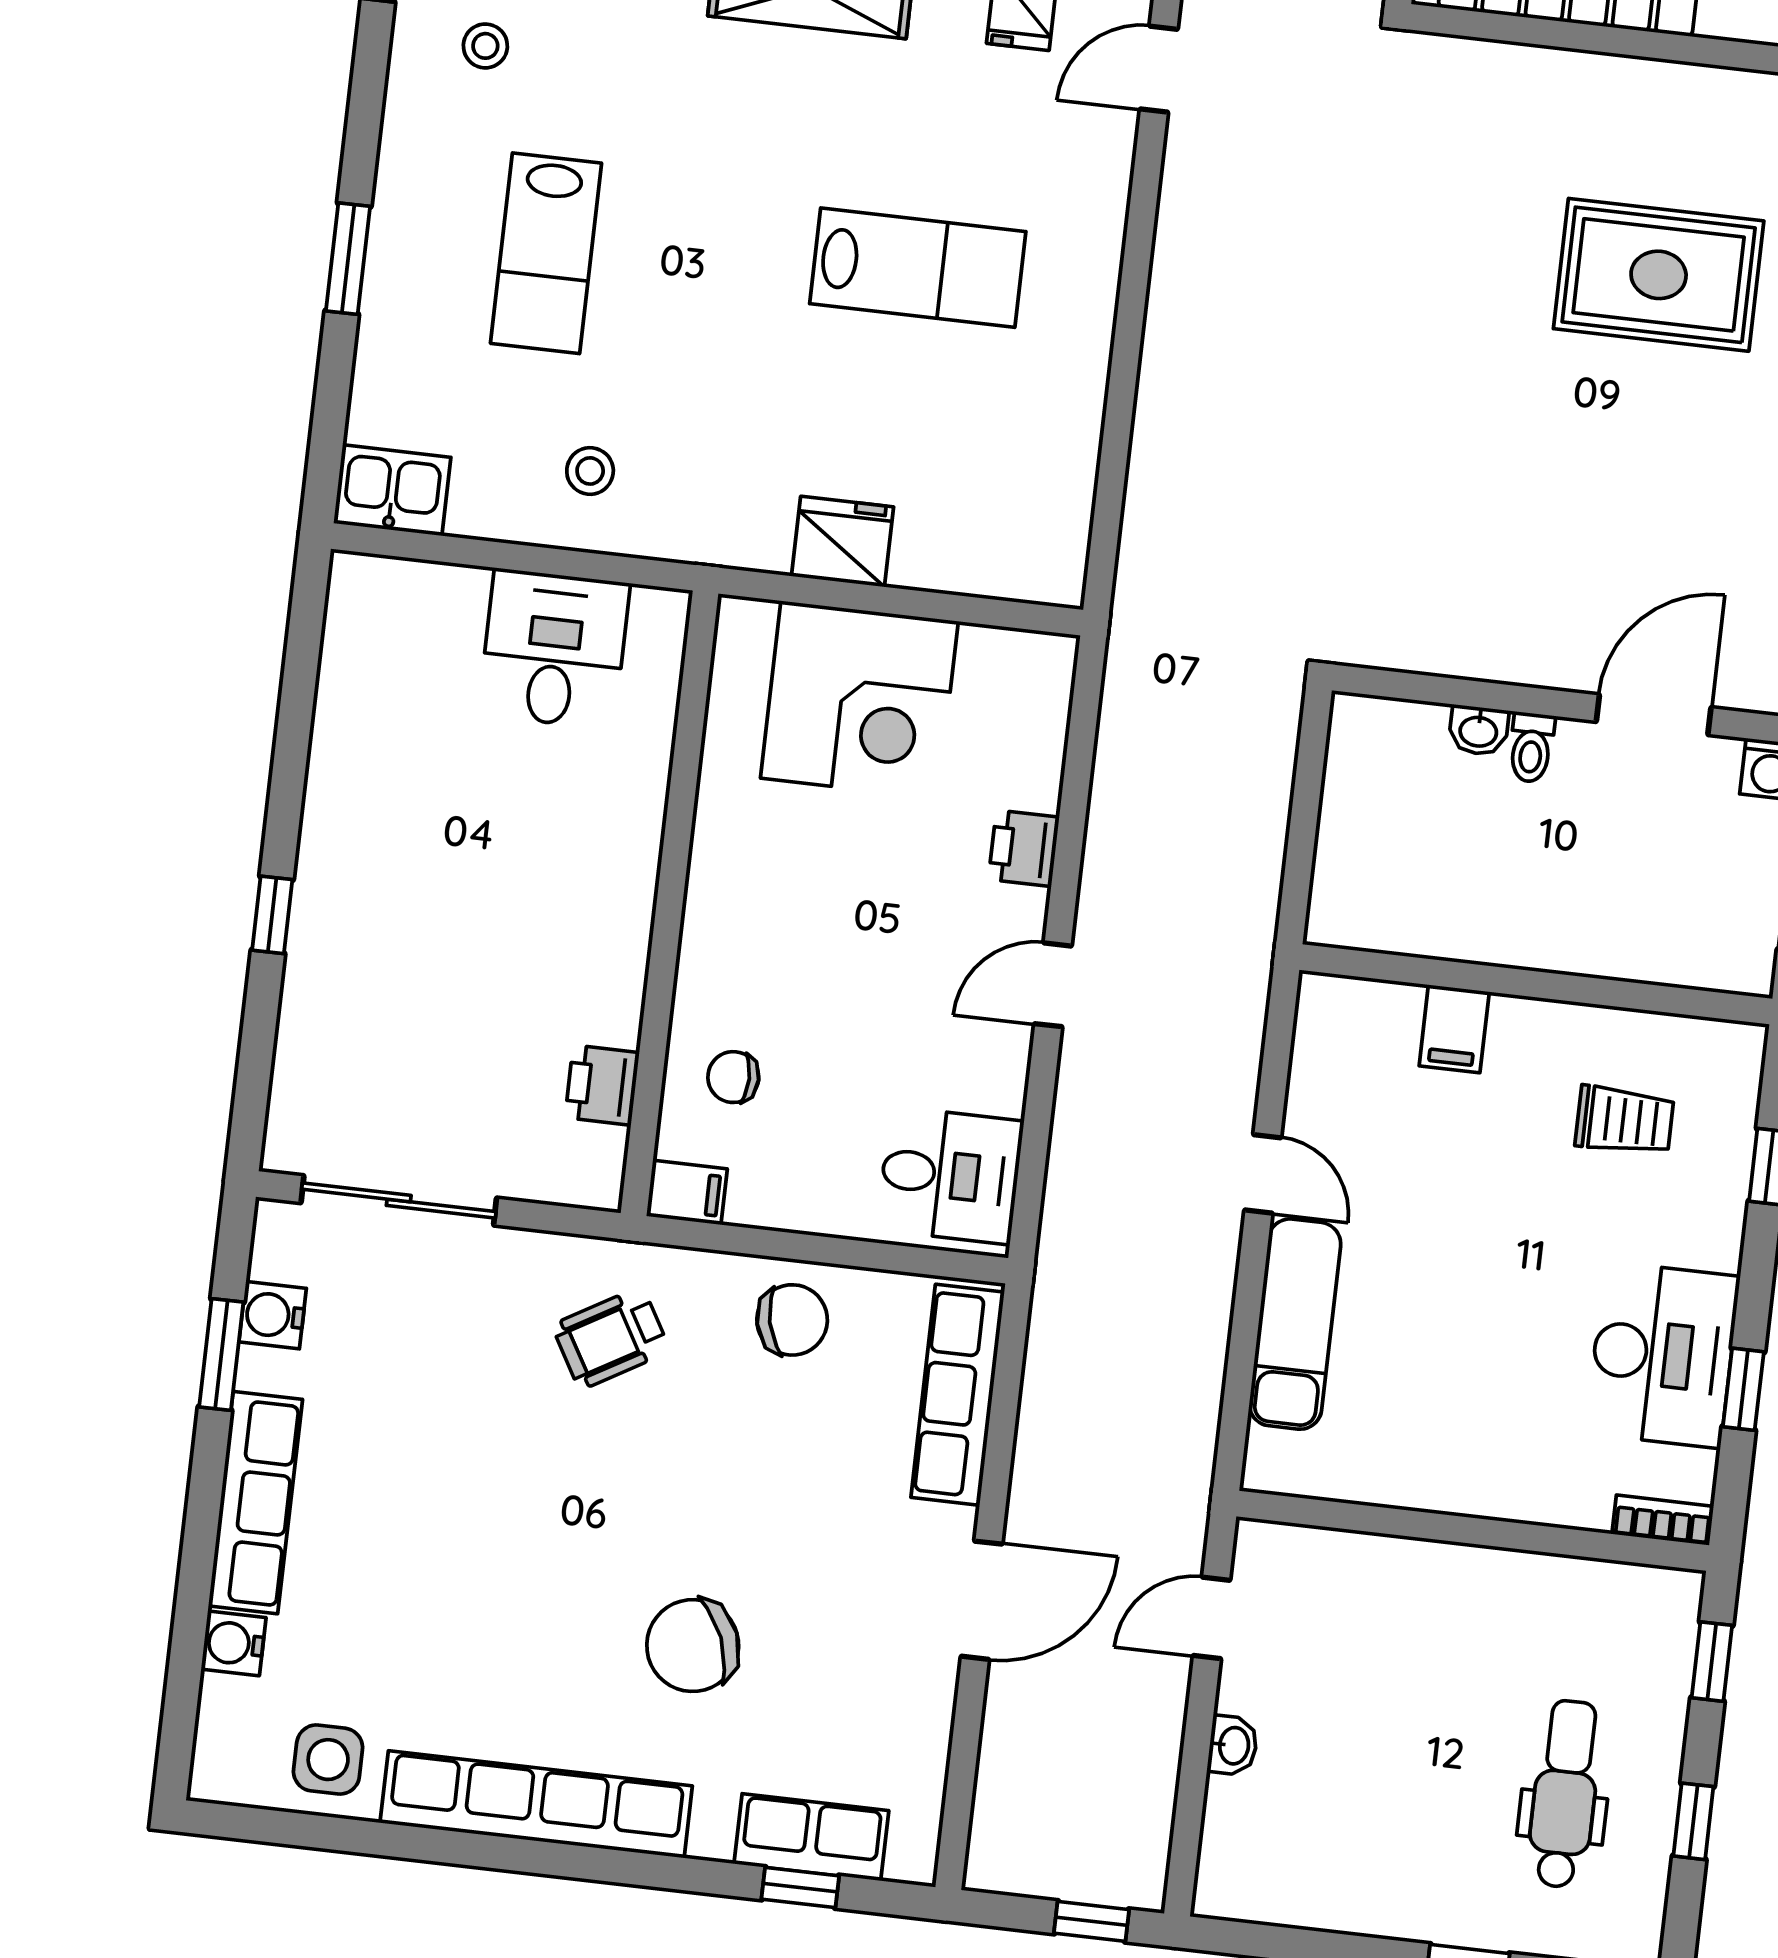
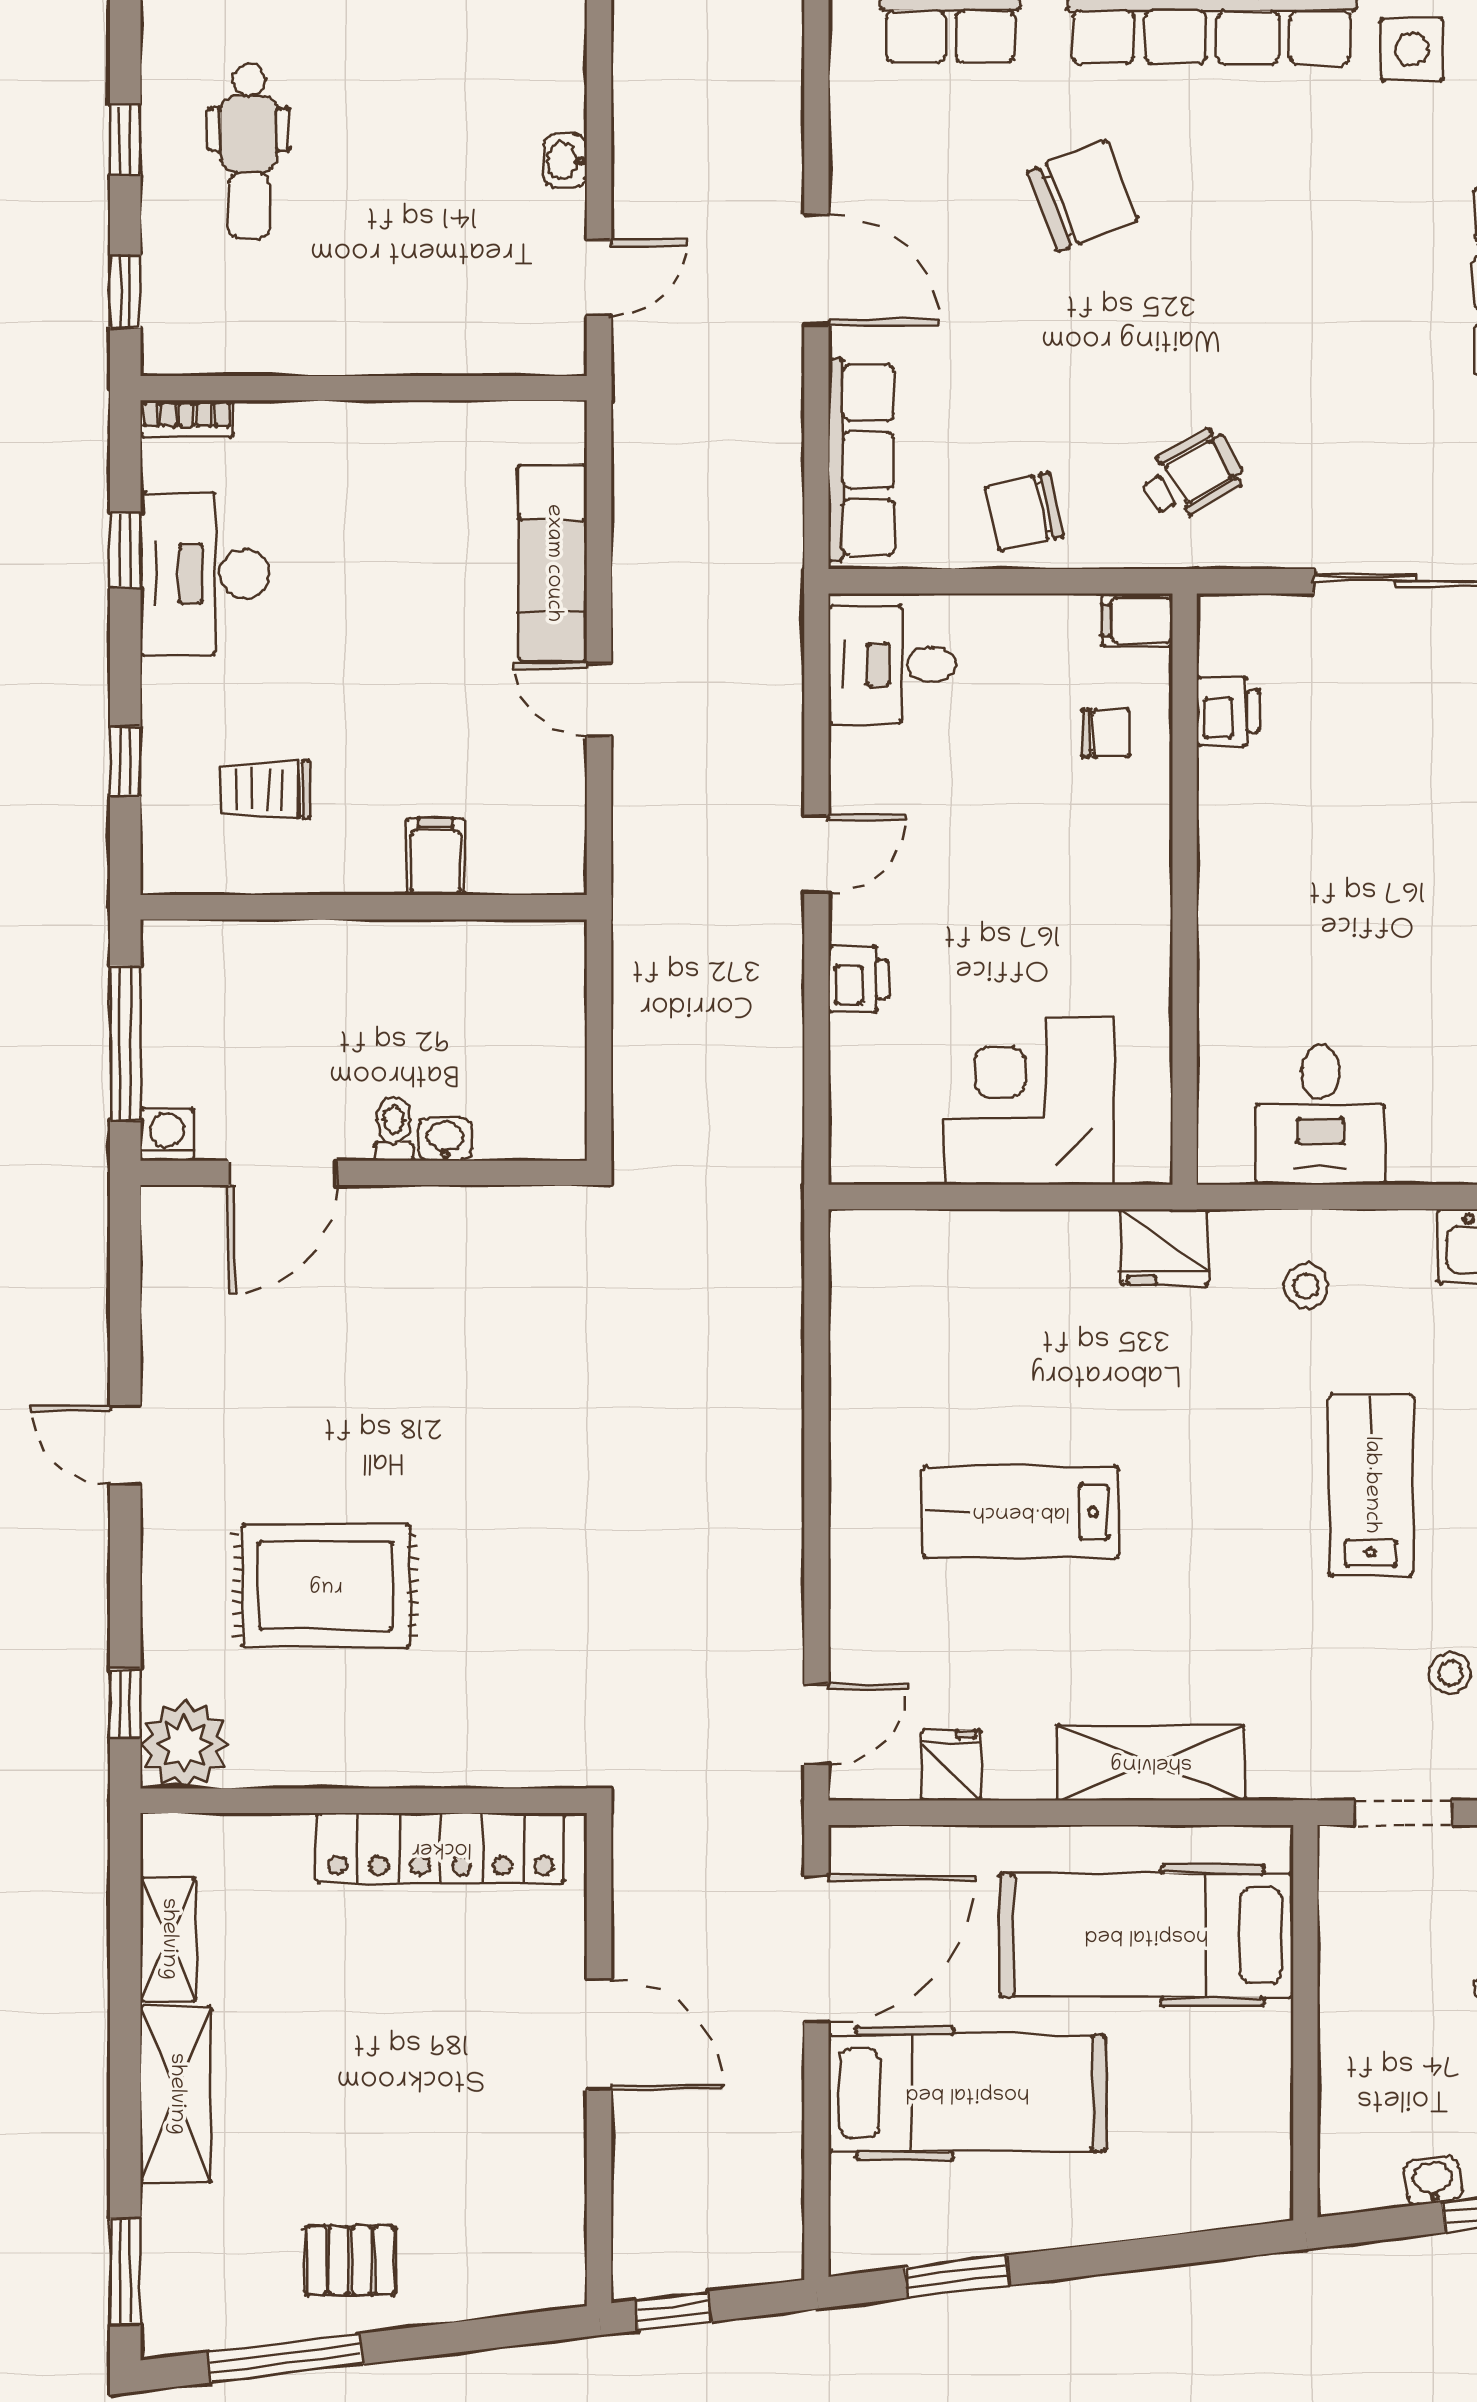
fridge: (843, 542) -> (1165, 1247), moved
door: (982, 1600) -> (816, 270), swing flipped

